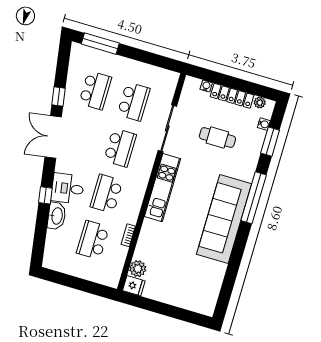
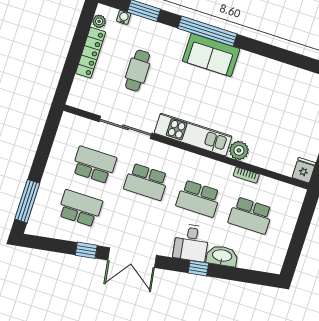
water cooler: (206, 86) -> (79, 82), removed
school desk: (120, 148) -> (146, 182), turned 180
sofa: (224, 219) -> (211, 55), width x0.54, depth x0.79
plant: (138, 269) -> (239, 150), moved

